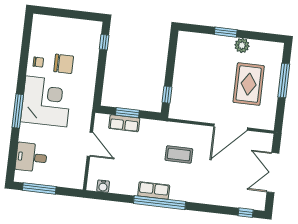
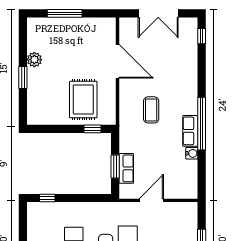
rug: (249, 84) -> (83, 100), moved, turned 90
water cooler: (103, 186) -> (192, 153), moved

